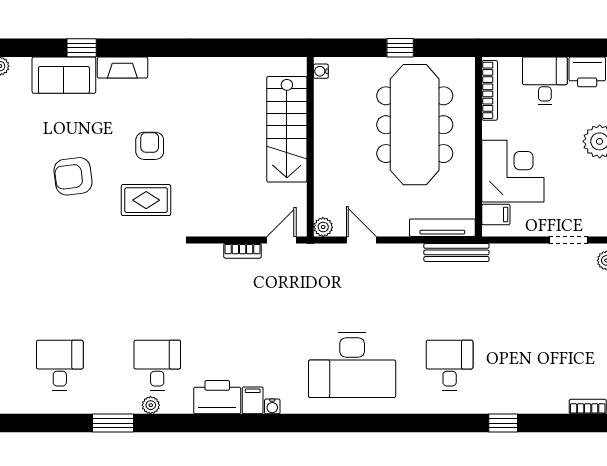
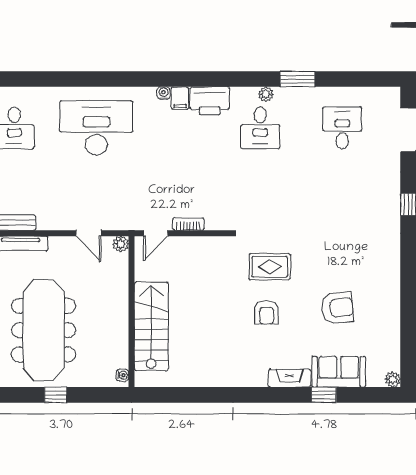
armchair: (73, 176) -> (337, 308), moved
desk: (60, 365) -> (342, 128), turned 180

